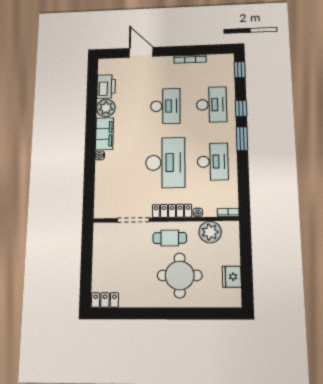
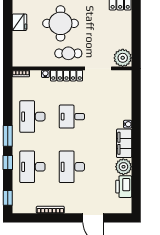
desk: (165, 163) -> (72, 117), width x0.53, depth x0.77
plant: (210, 232) -> (123, 58), moved

